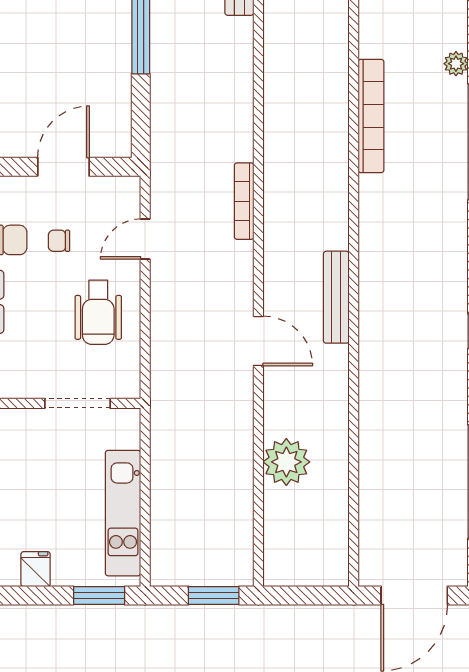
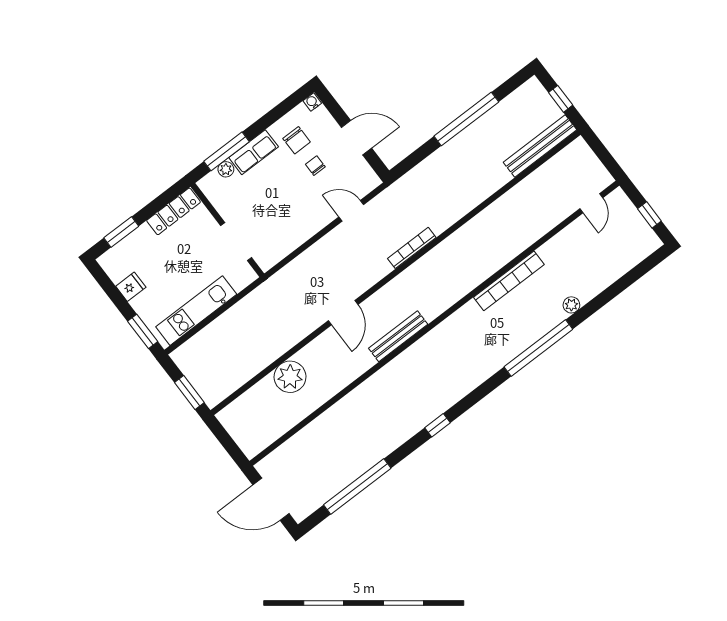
wheelchair: (98, 312) -> (293, 216), removed

